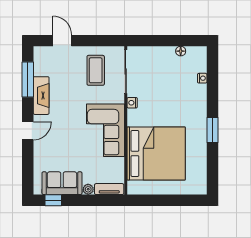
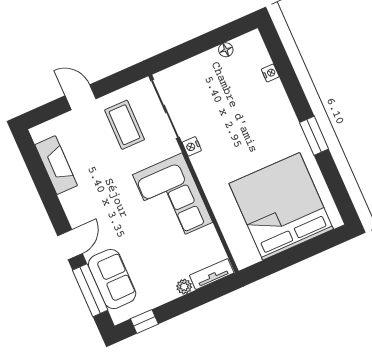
door: (62, 41) -> (80, 97), moved
window: (28, 80) -> (90, 290), moved
fireplace: (41, 96) -> (56, 165), moved
bed: (156, 153) -> (281, 206), moved, turned -90
sofa: (62, 183) -> (112, 279), moved, turned 90

